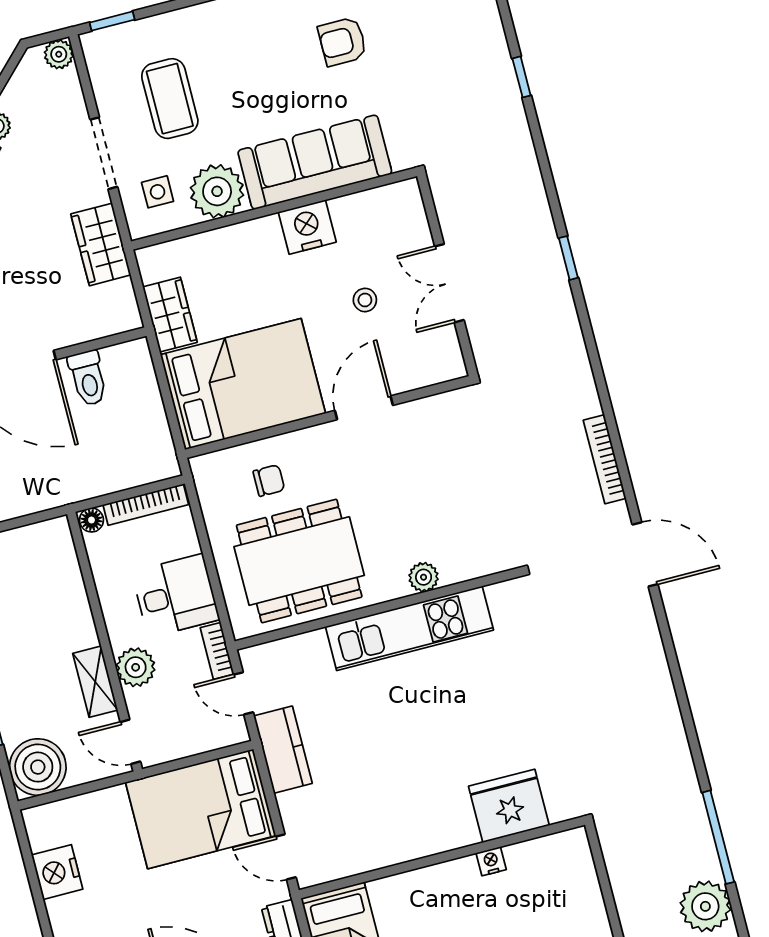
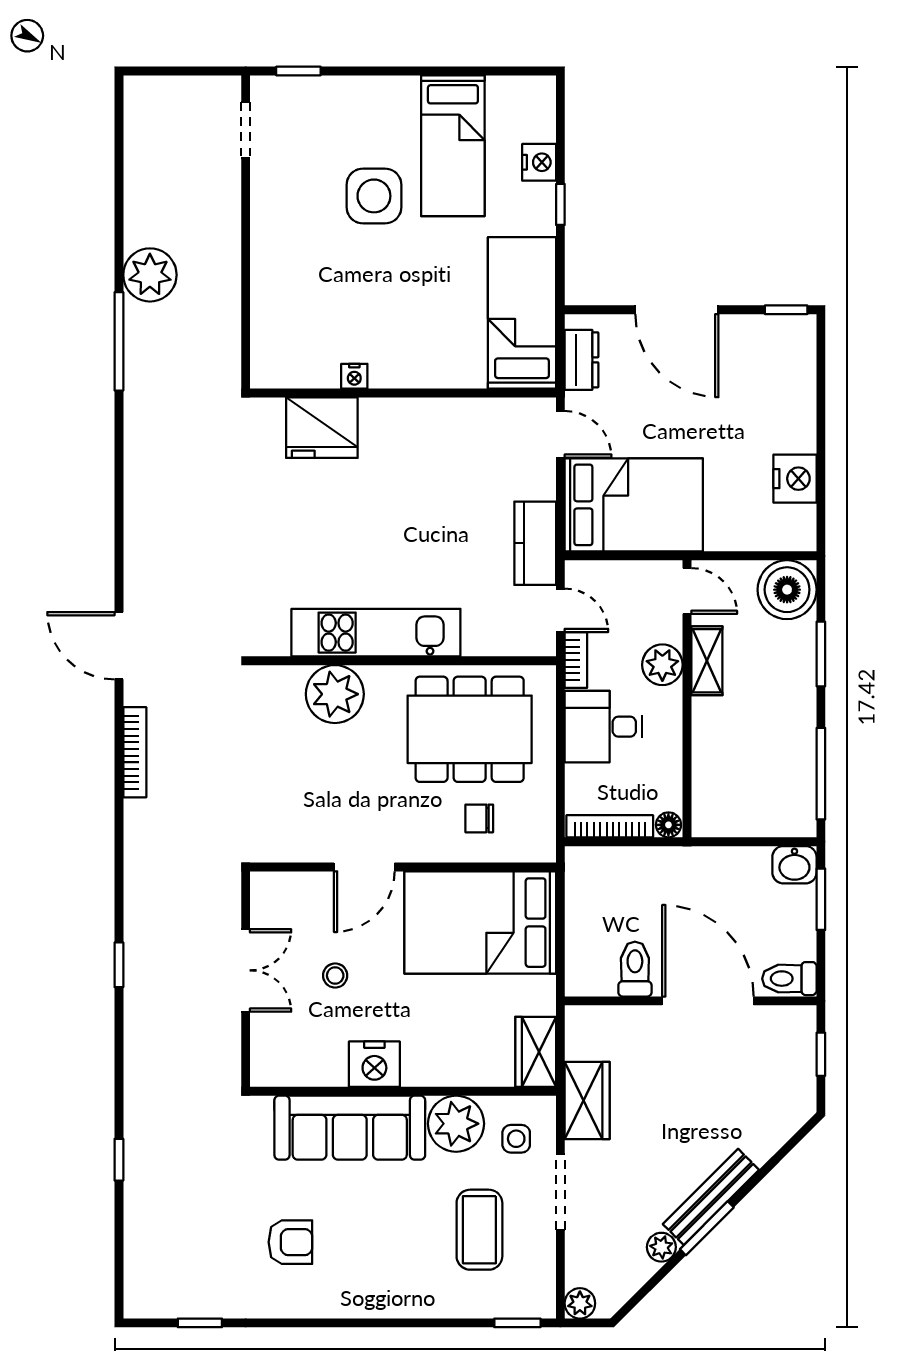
wardrobe: (170, 315) -> (536, 1052), moved
plant: (424, 577) -> (335, 694), width x1.87, depth x1.87

